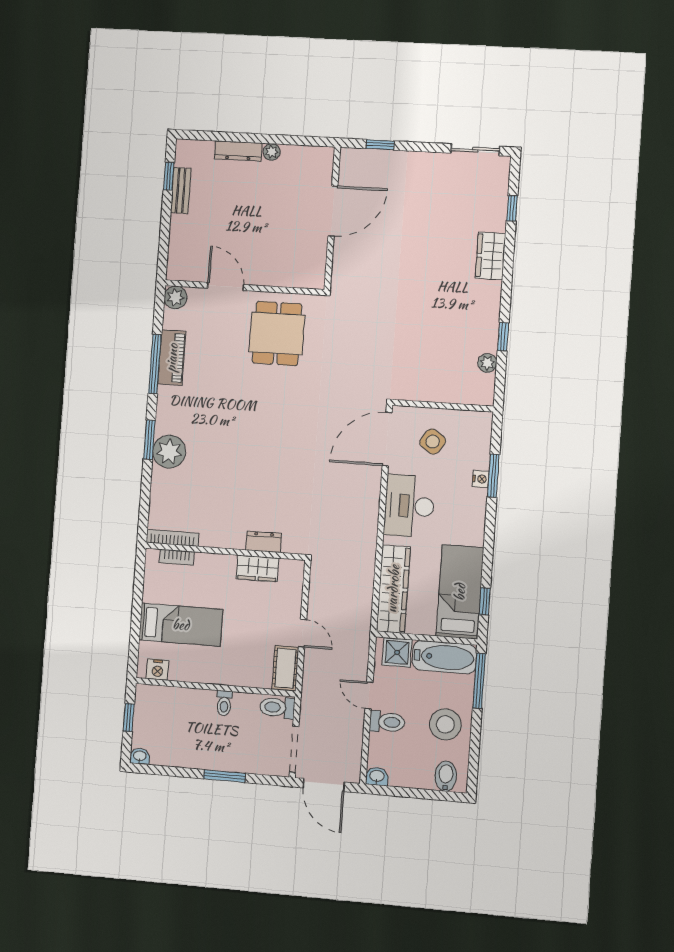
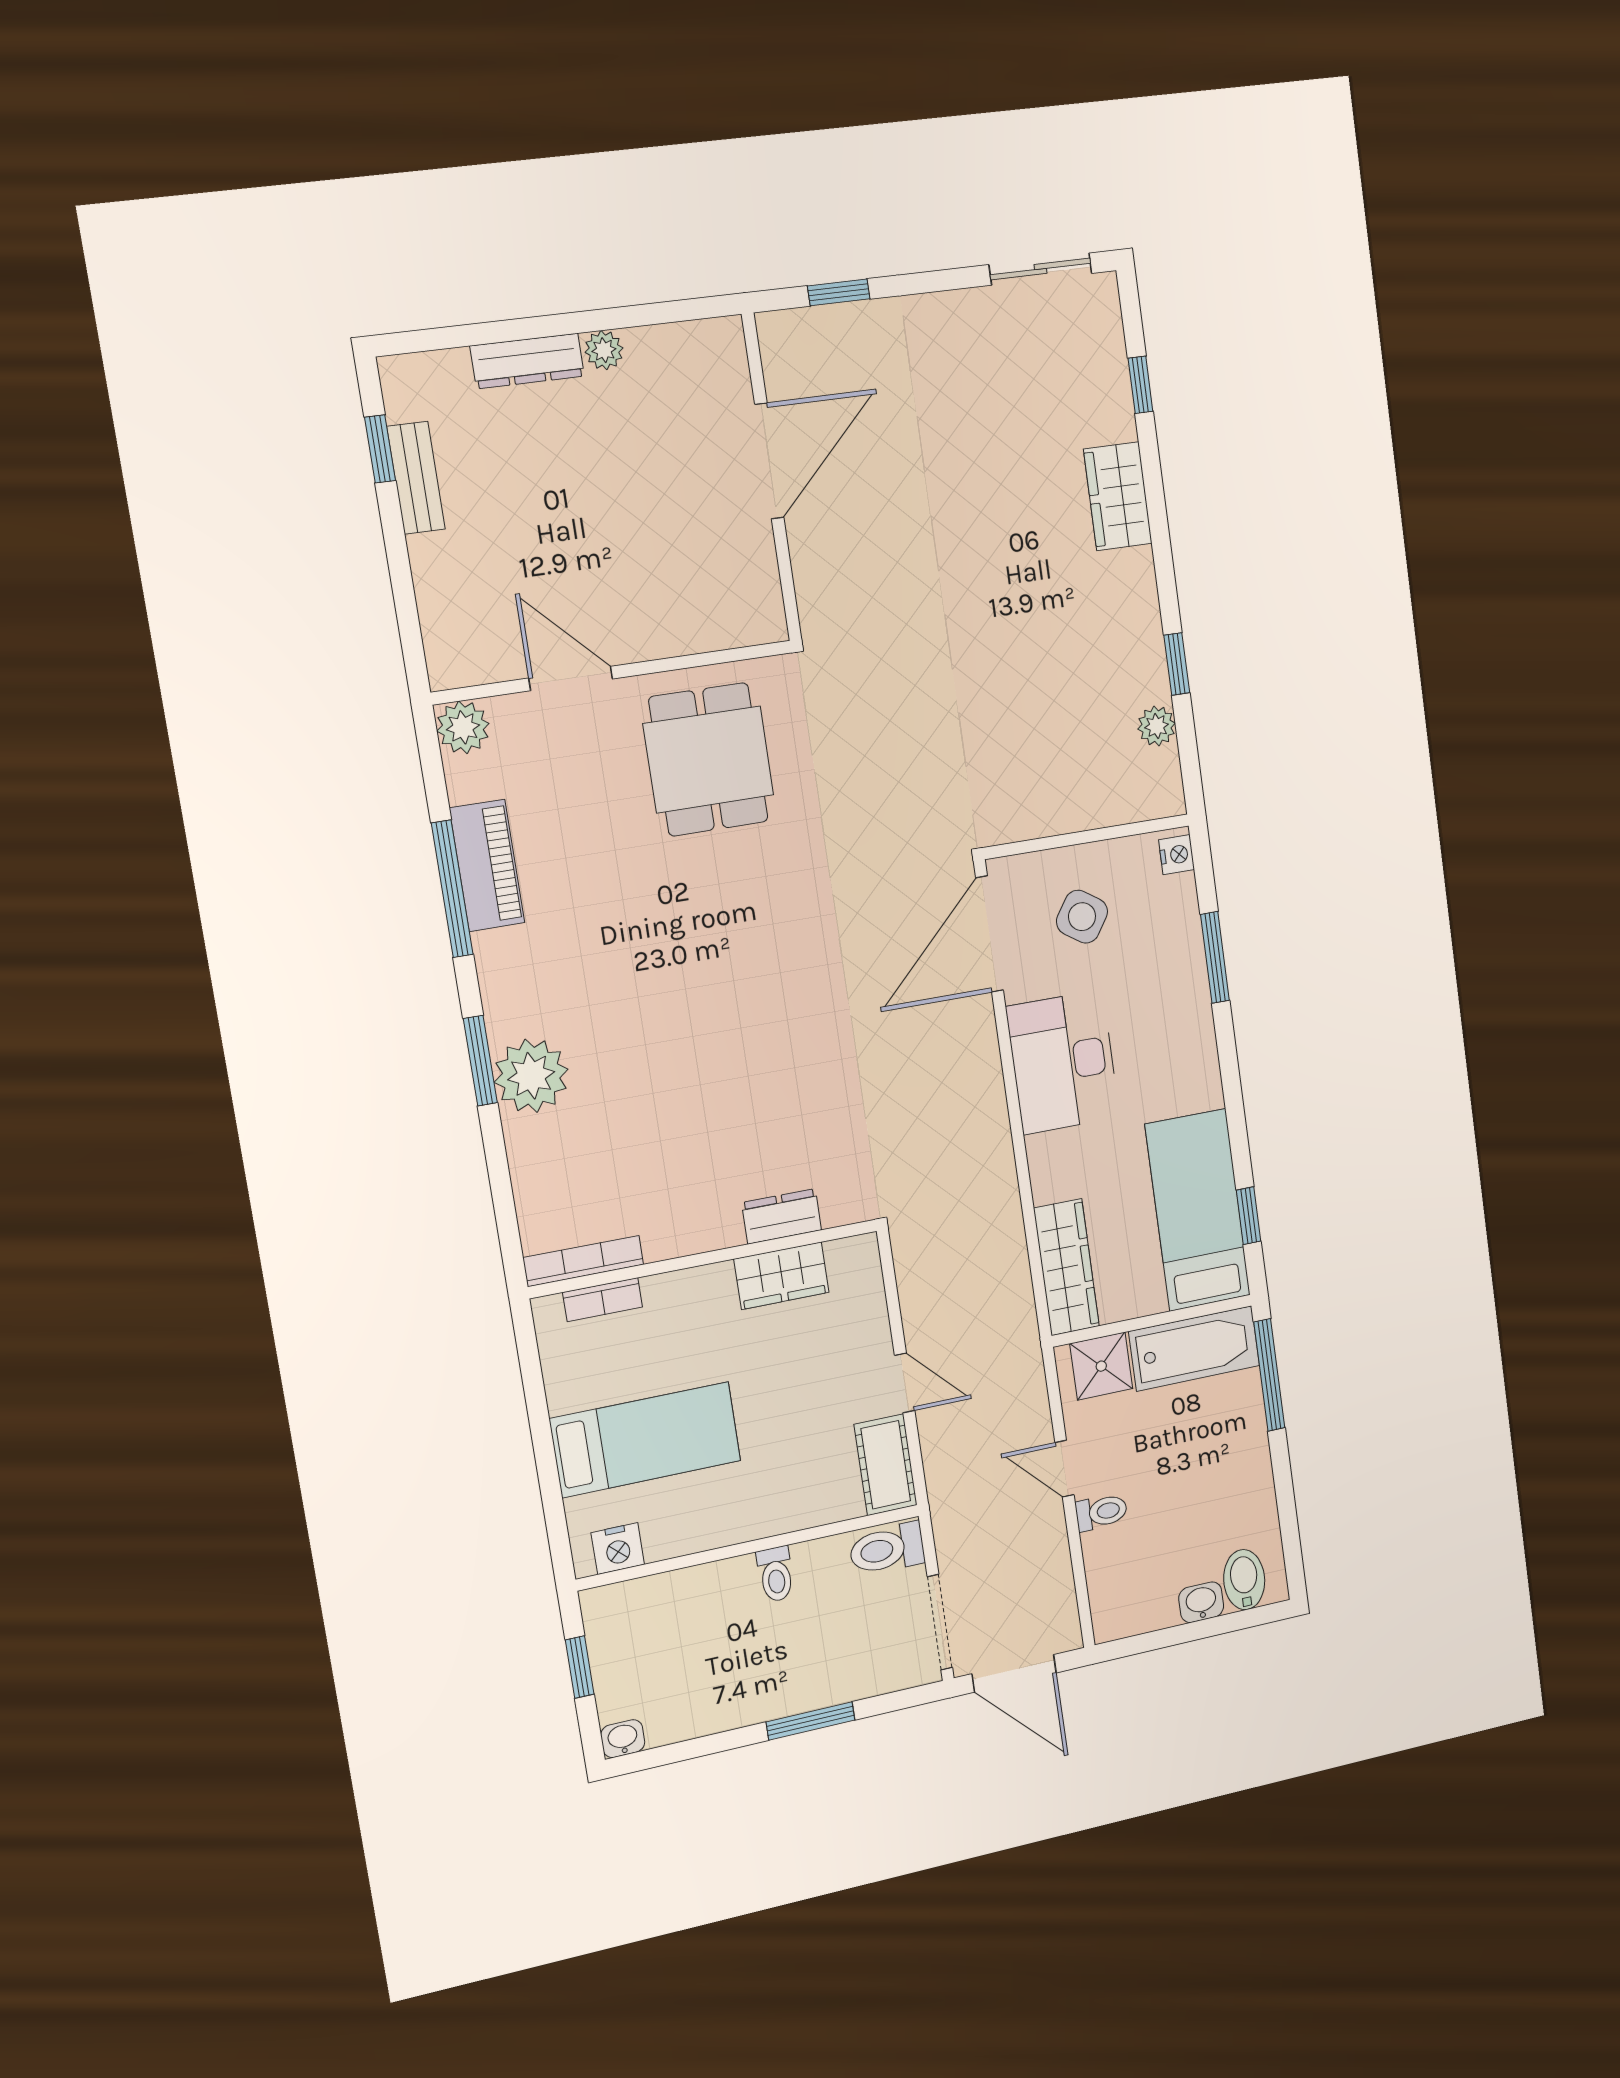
nightstand: (481, 479) -> (1177, 855), moved
wardrobe: (393, 589) -> (1066, 1267), width x0.71, depth x0.85
toilet: (387, 722) -> (1101, 1512), width x0.73, depth x0.72
stool: (445, 724) -> (1223, 1480), removed
washbasin: (377, 776) -> (1201, 1602), moved

